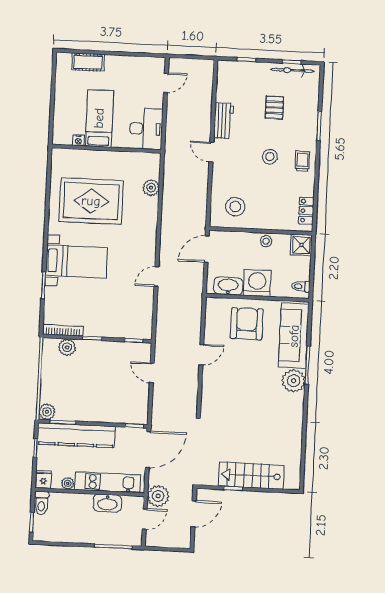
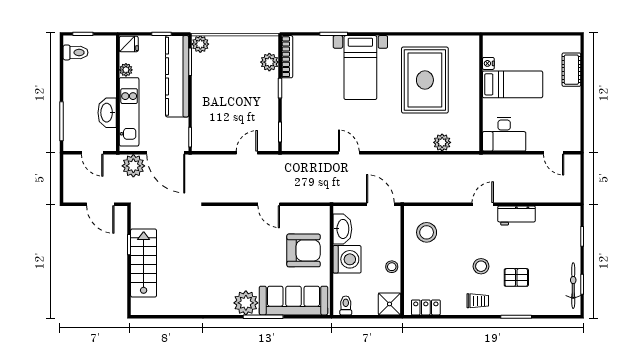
pallet: (274, 108) -> (516, 277), moved
plant: (158, 496) -> (133, 166), moved
toilet: (41, 503) -> (76, 52), moved, turned 180

